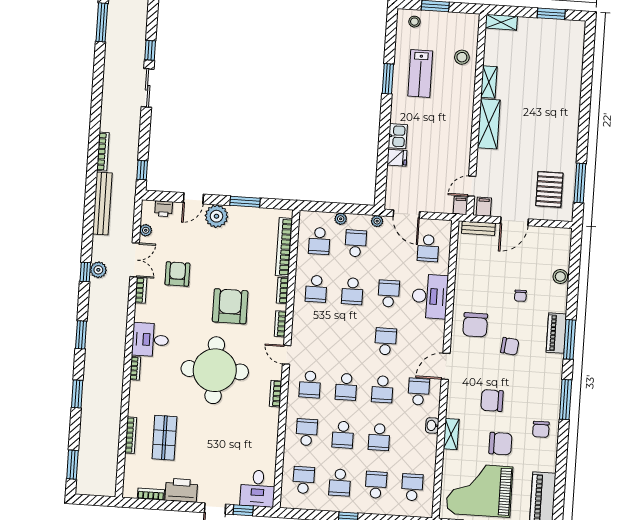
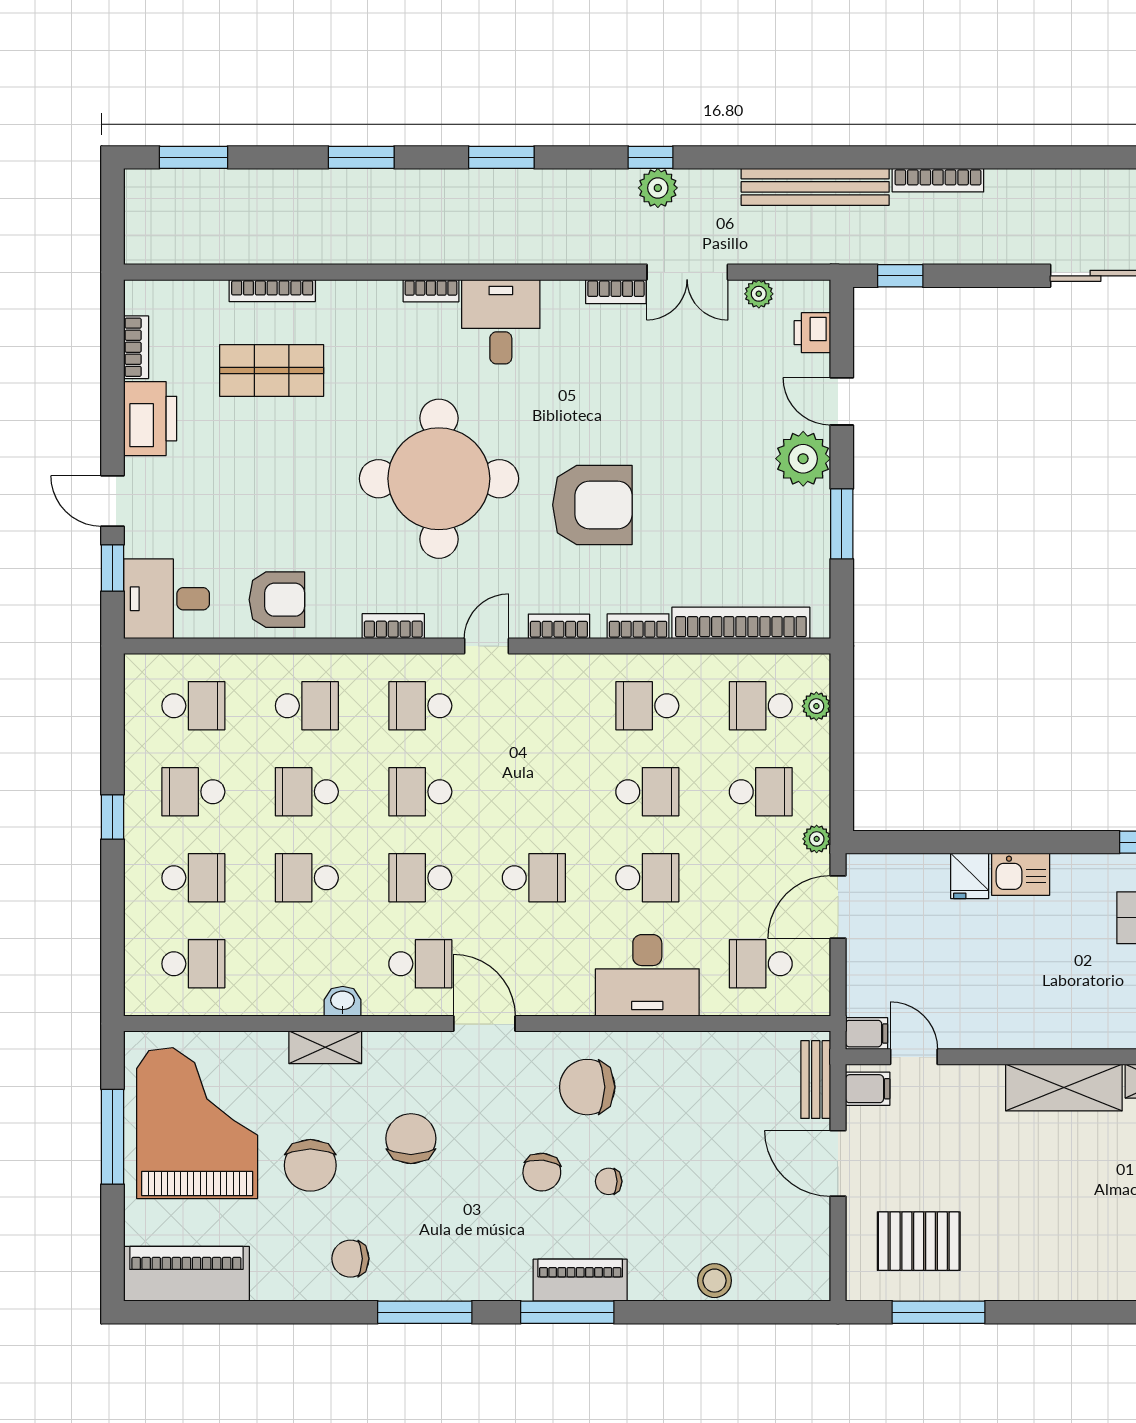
plant: (341, 219) -> (816, 706), moved
armchair: (177, 274) -> (277, 600), moved
school desk: (352, 291) -> (647, 792), turned 180
chair: (520, 296) -> (609, 1181), moved

